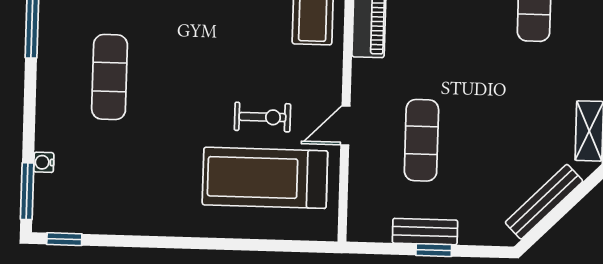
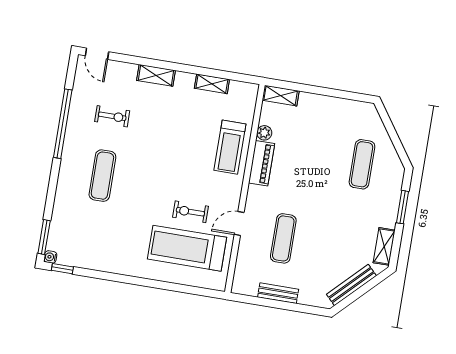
exercise bike: (262, 117) -> (190, 212), turned 180
water cooler: (44, 162) -> (50, 257), moved
window: (434, 250) -> (282, 305), removed

